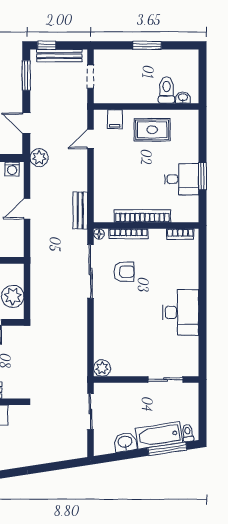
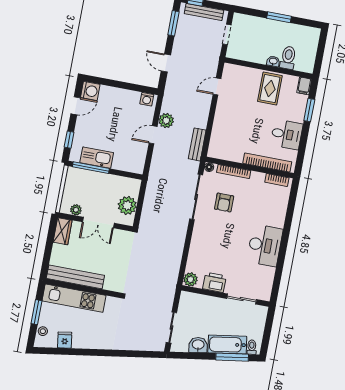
washbasin: (183, 98) -> (273, 61), moved
filing cabinet: (115, 119) -> (304, 86), moved
rug: (152, 130) -> (270, 89), turned 90
plant: (39, 158) -> (166, 121), moved
window: (202, 176) -> (309, 110), moved
bookcase: (142, 216) -> (267, 163), moved
armchair: (124, 272) -> (224, 203), turned 90
printer: (130, 366) -> (214, 282), added
sliding door: (91, 412) -> (171, 327), moved

